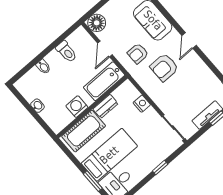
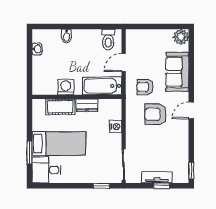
floor lamp: (97, 23) -> (134, 38), removed
toilet: (66, 52) -> (108, 40), moved
washbasin: (37, 106) -> (37, 49), moved
cot: (84, 131) -> (60, 107), width x0.73, depth x0.75
window: (160, 168) -> (101, 186), moved

